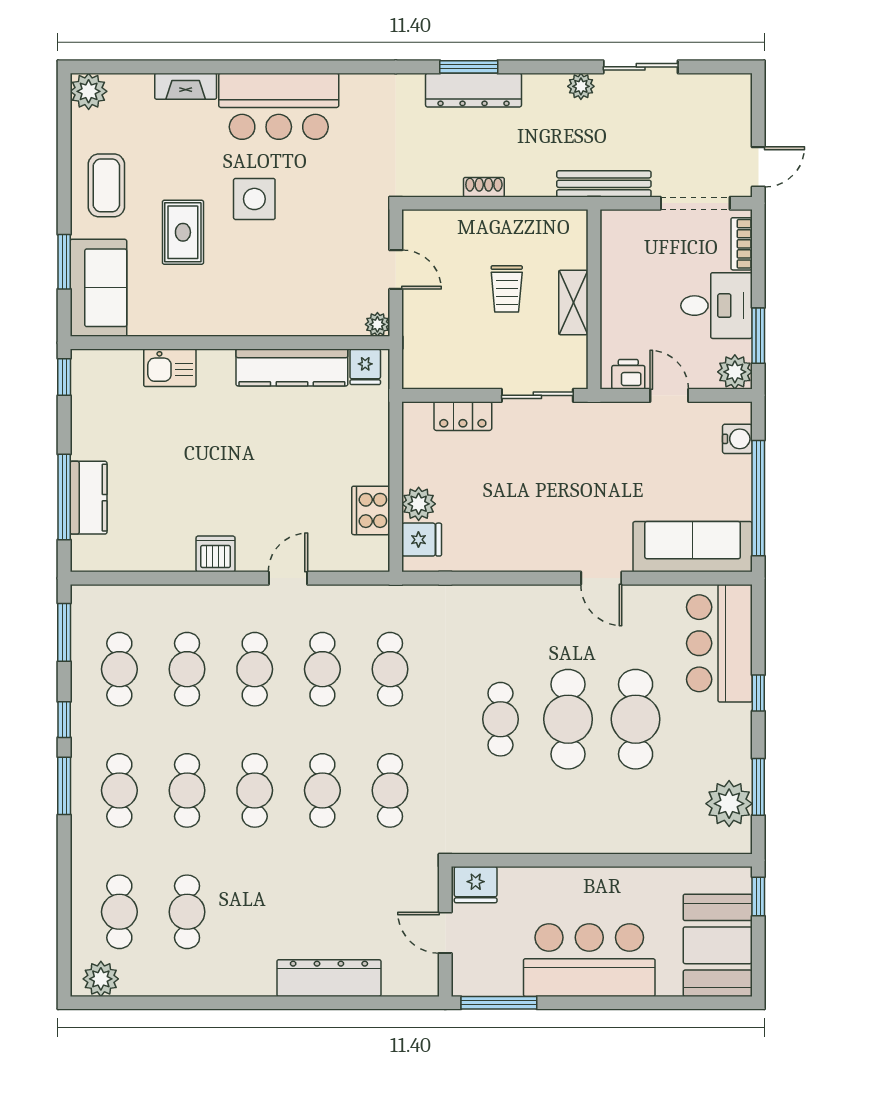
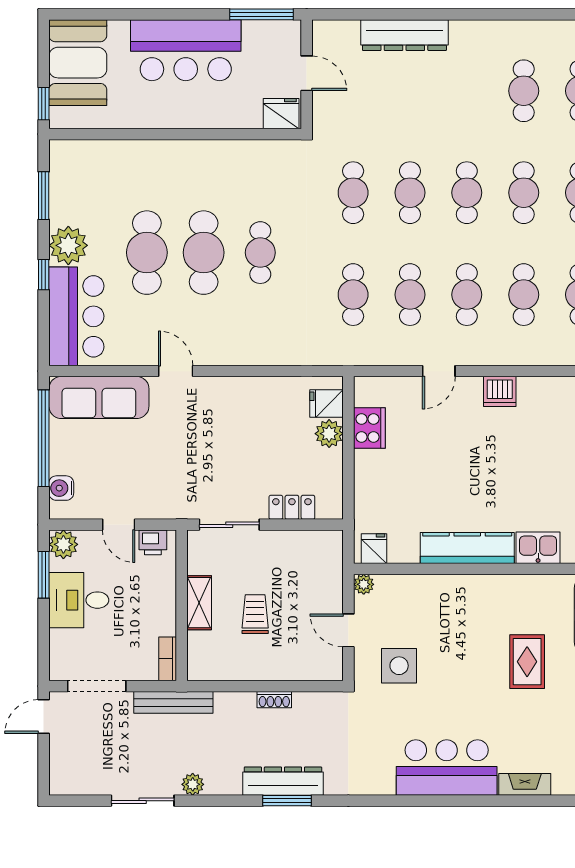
side table: (254, 199) -> (399, 666), moved
bookcase: (742, 244) -> (168, 659), moved, turned 180
kitchen counter: (292, 367) -> (467, 548), moved
plant: (729, 804) -> (68, 245), moved

